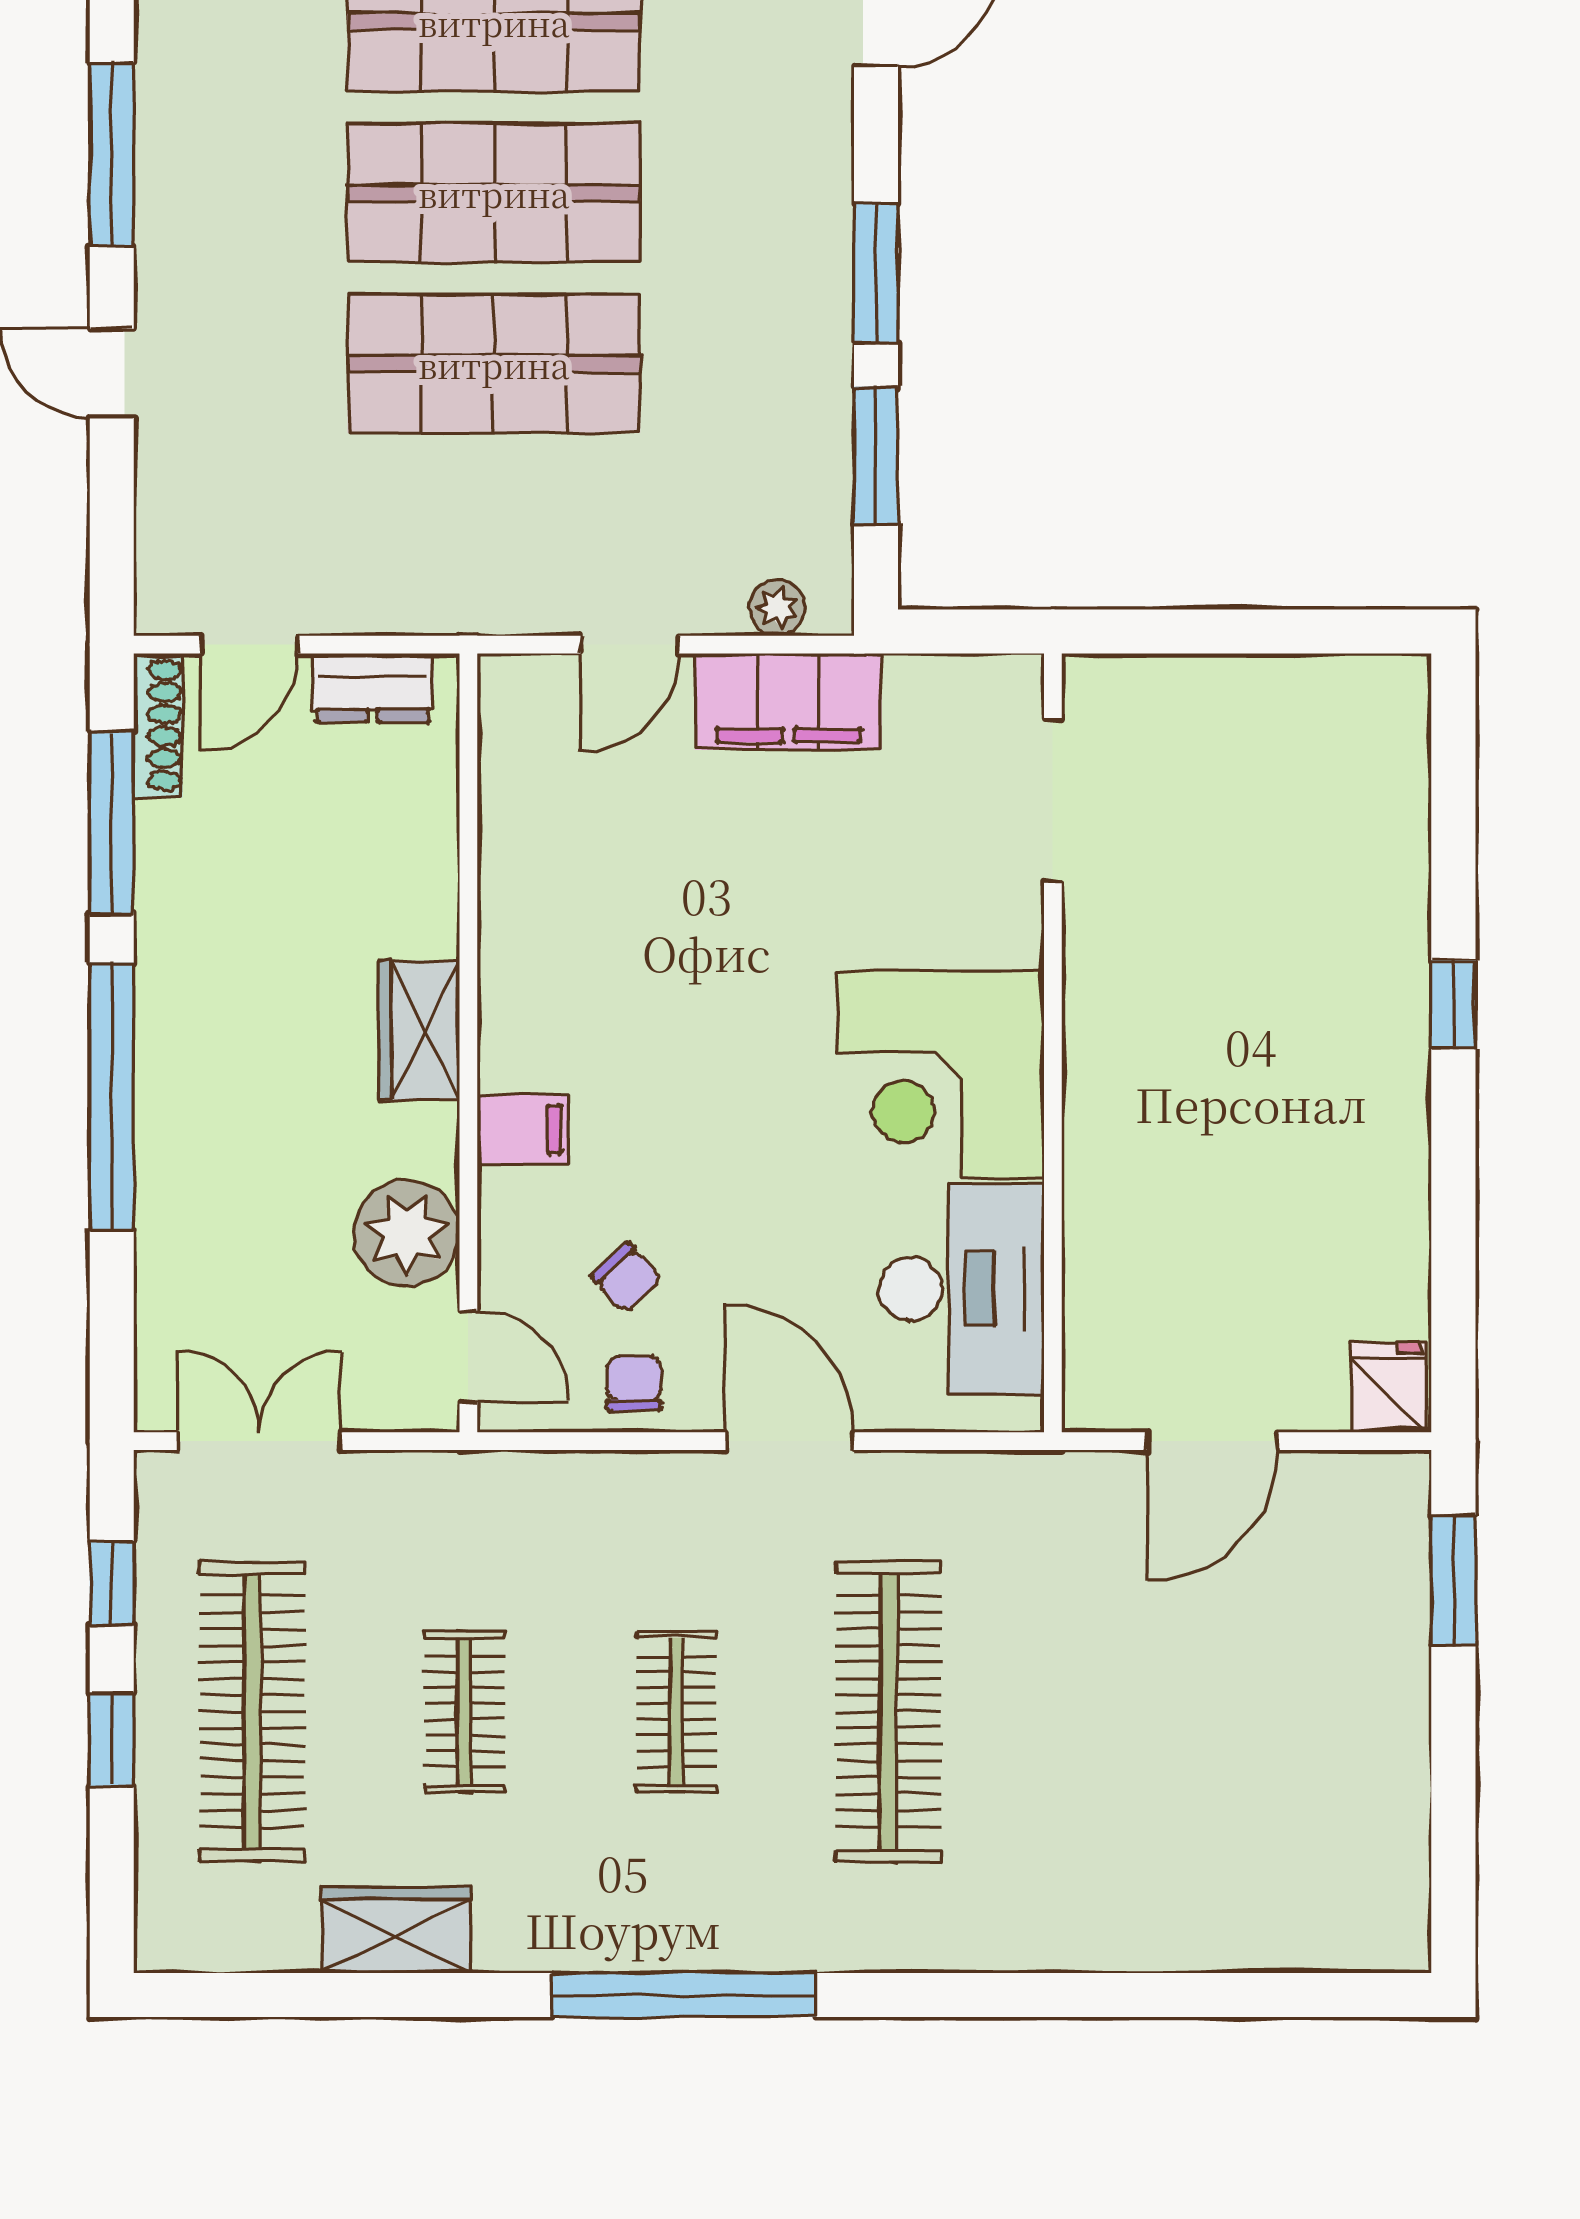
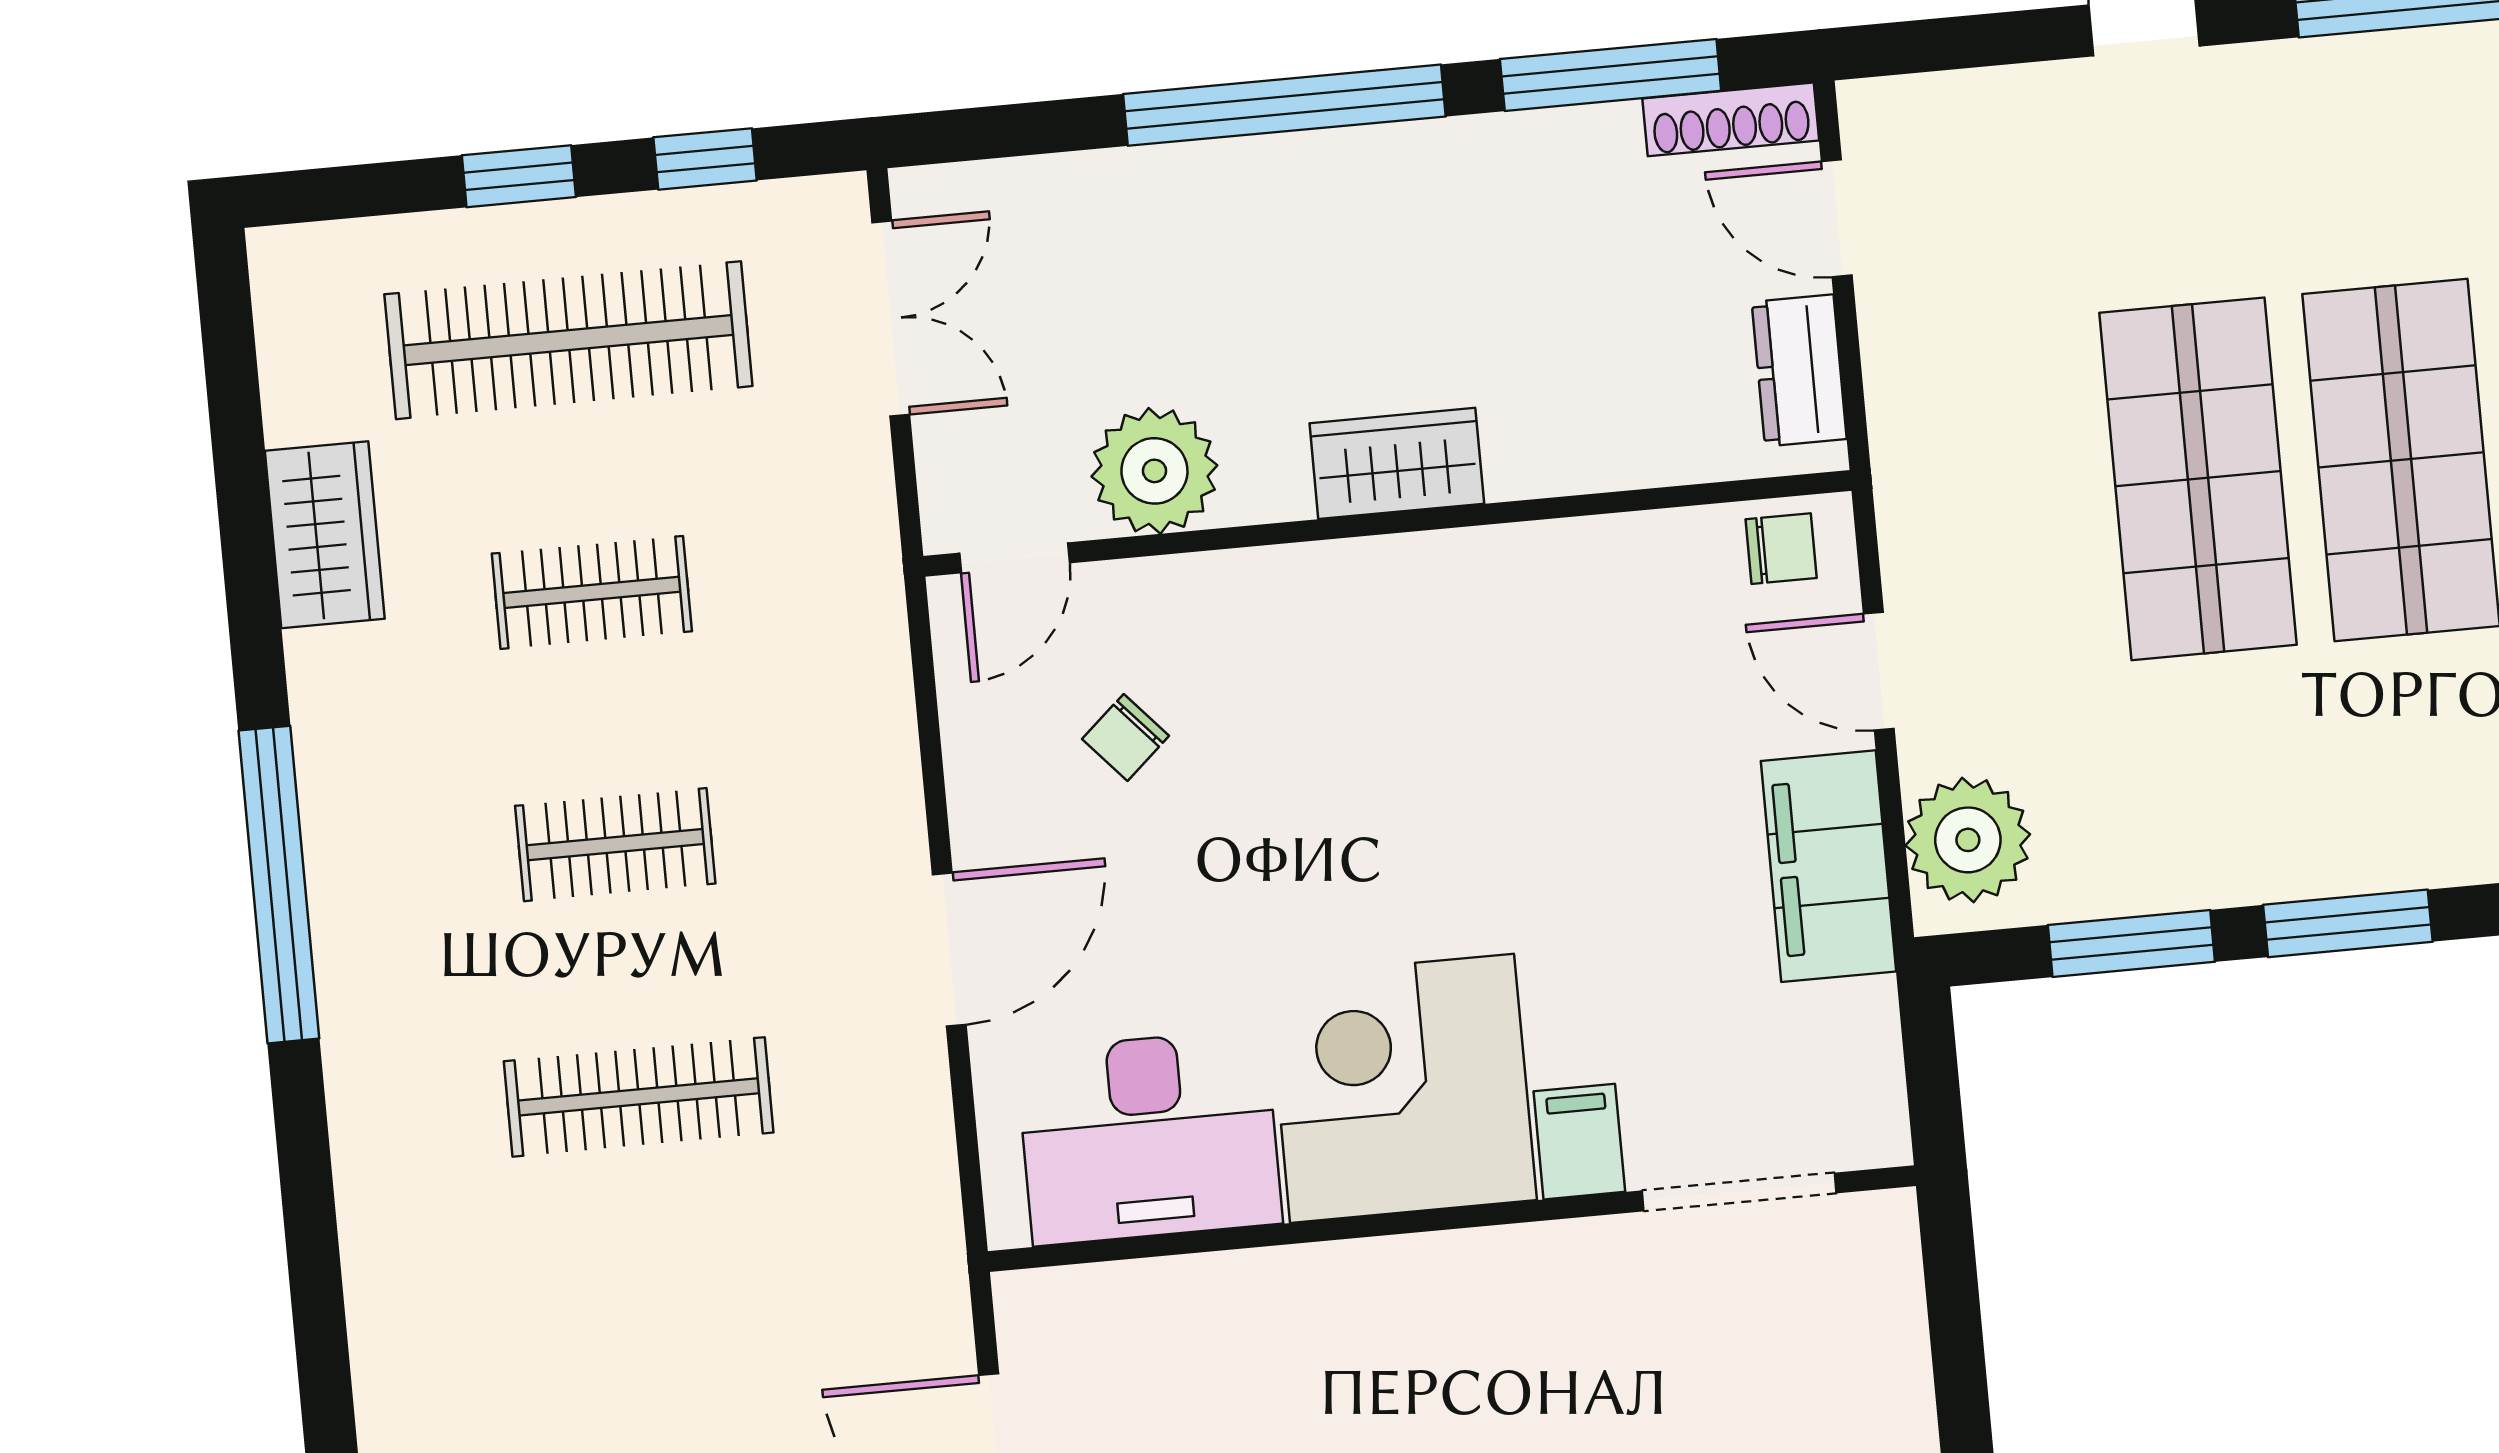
plant: (777, 608) -> (1968, 840), width x1.87, depth x1.87
filing cabinet: (523, 1129) -> (1579, 1142), moved, turned 180
chair: (634, 1384) -> (1781, 549), moved
clothes rail: (889, 1712) -> (639, 1097), width x0.73, depth x0.76

